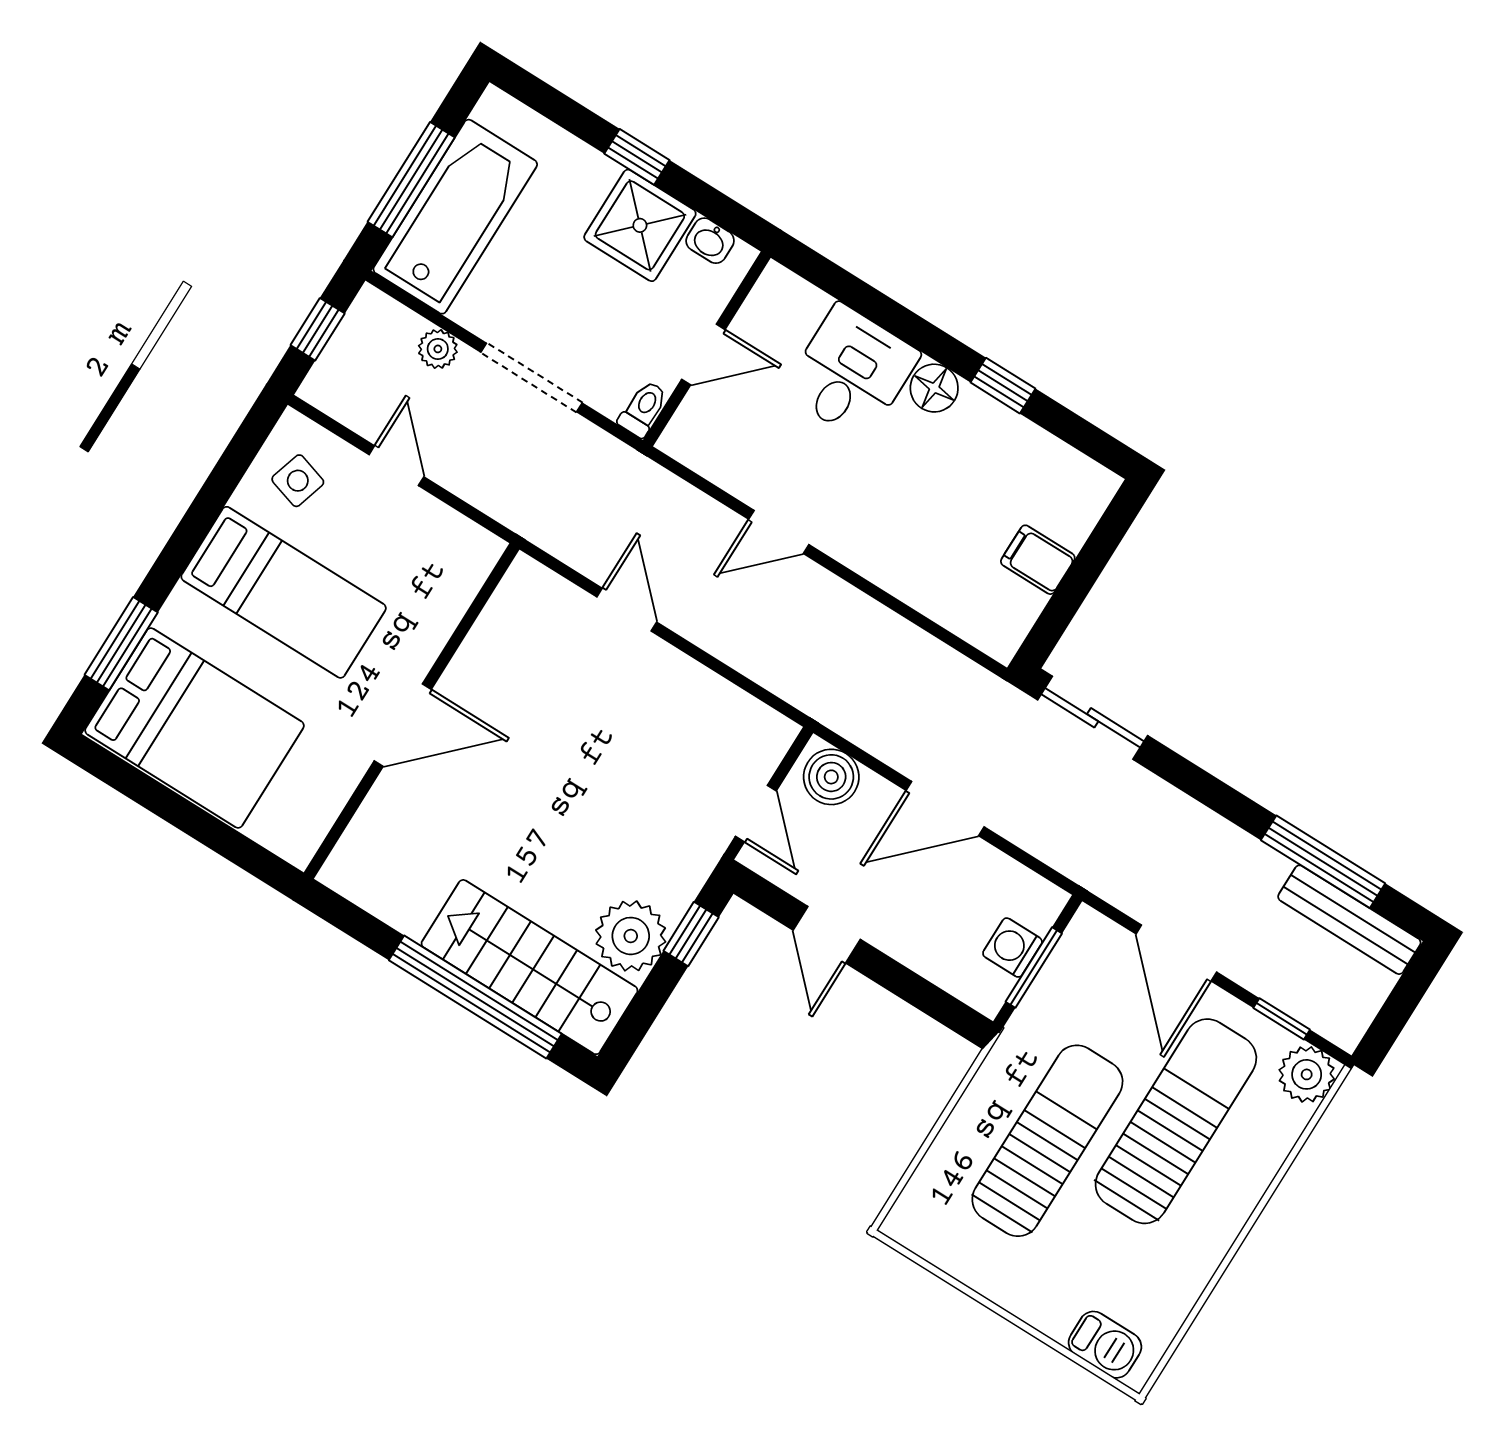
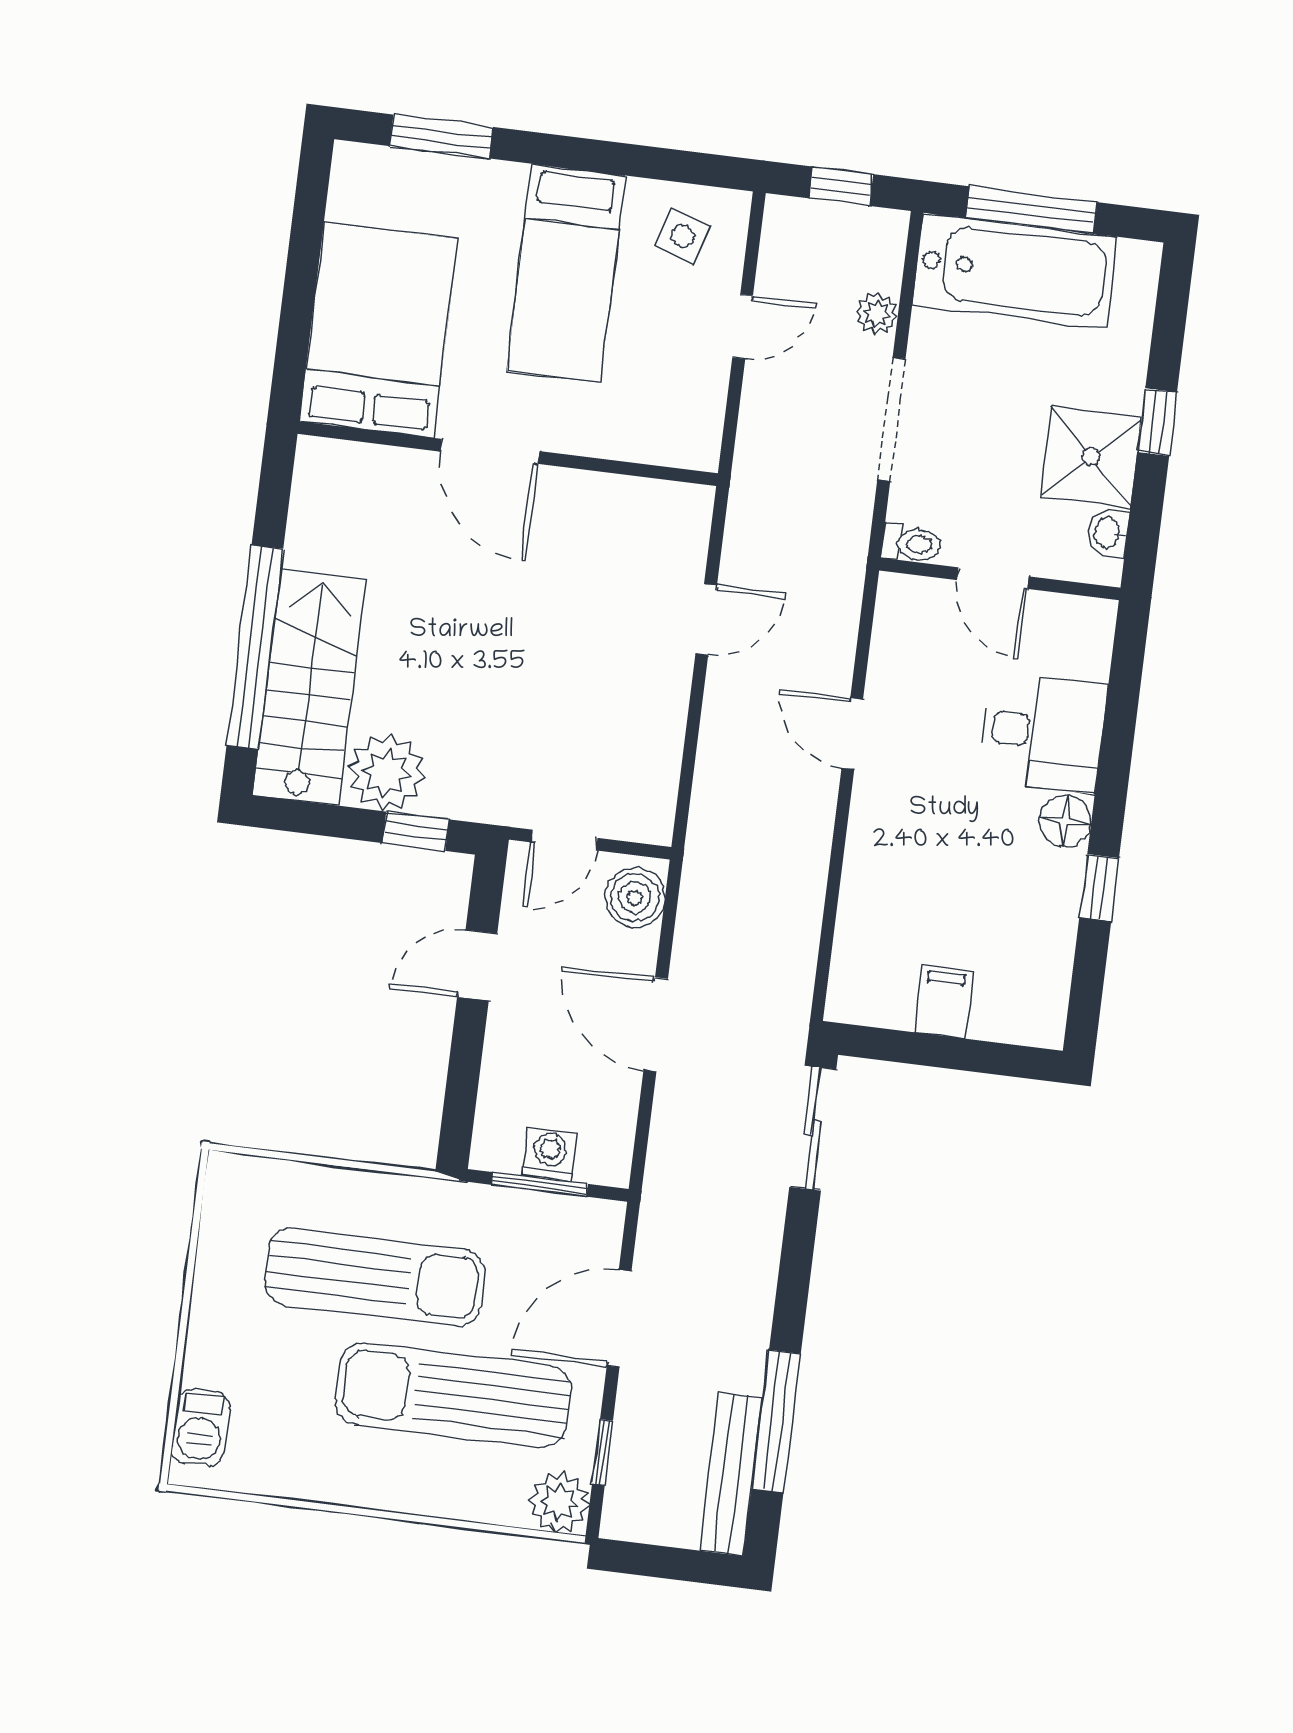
bed: (195, 728) -> (379, 330), moved, turned 180
sun lounger: (1176, 1121) -> (453, 1395), turned 180

